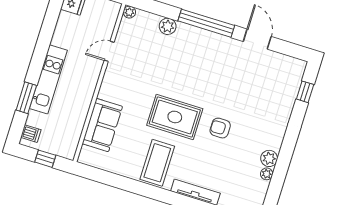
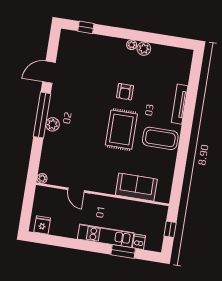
plant: (168, 26) -> (53, 124), moved
dishwasher: (31, 134) -> (139, 242), moved
plant: (267, 174) -> (132, 45), moved

